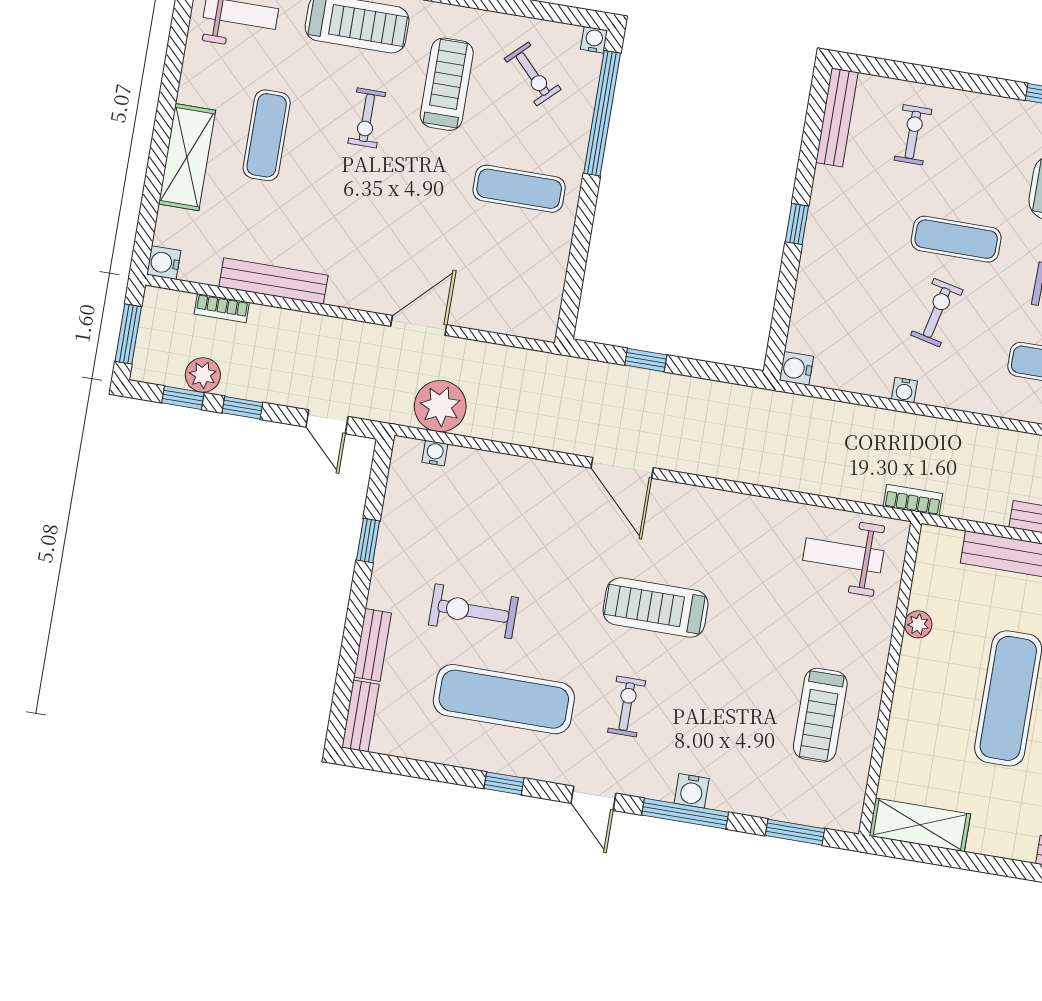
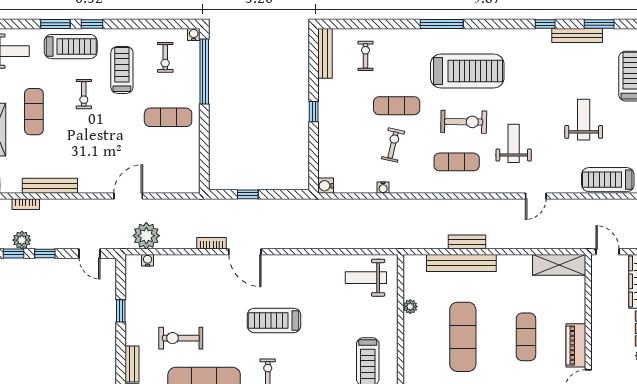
exercise bike: (533, 74) -> (165, 57), turned 44
bookcase: (913, 500) -> (211, 243), moved

